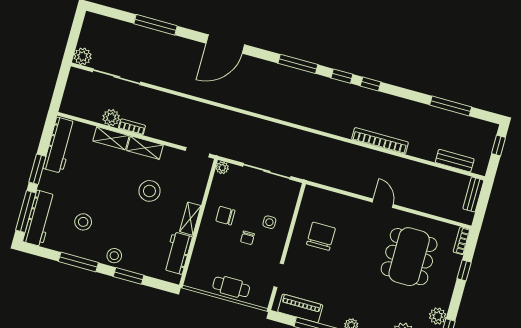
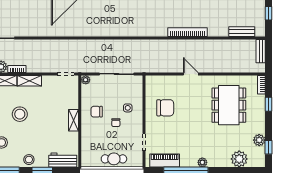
stool: (149, 191) -> (20, 114), moved
door: (383, 203) -> (191, 74), moved
chair: (321, 236) -> (165, 108), turned 90
workbench: (178, 253) -> (63, 160), moved, turned 90

